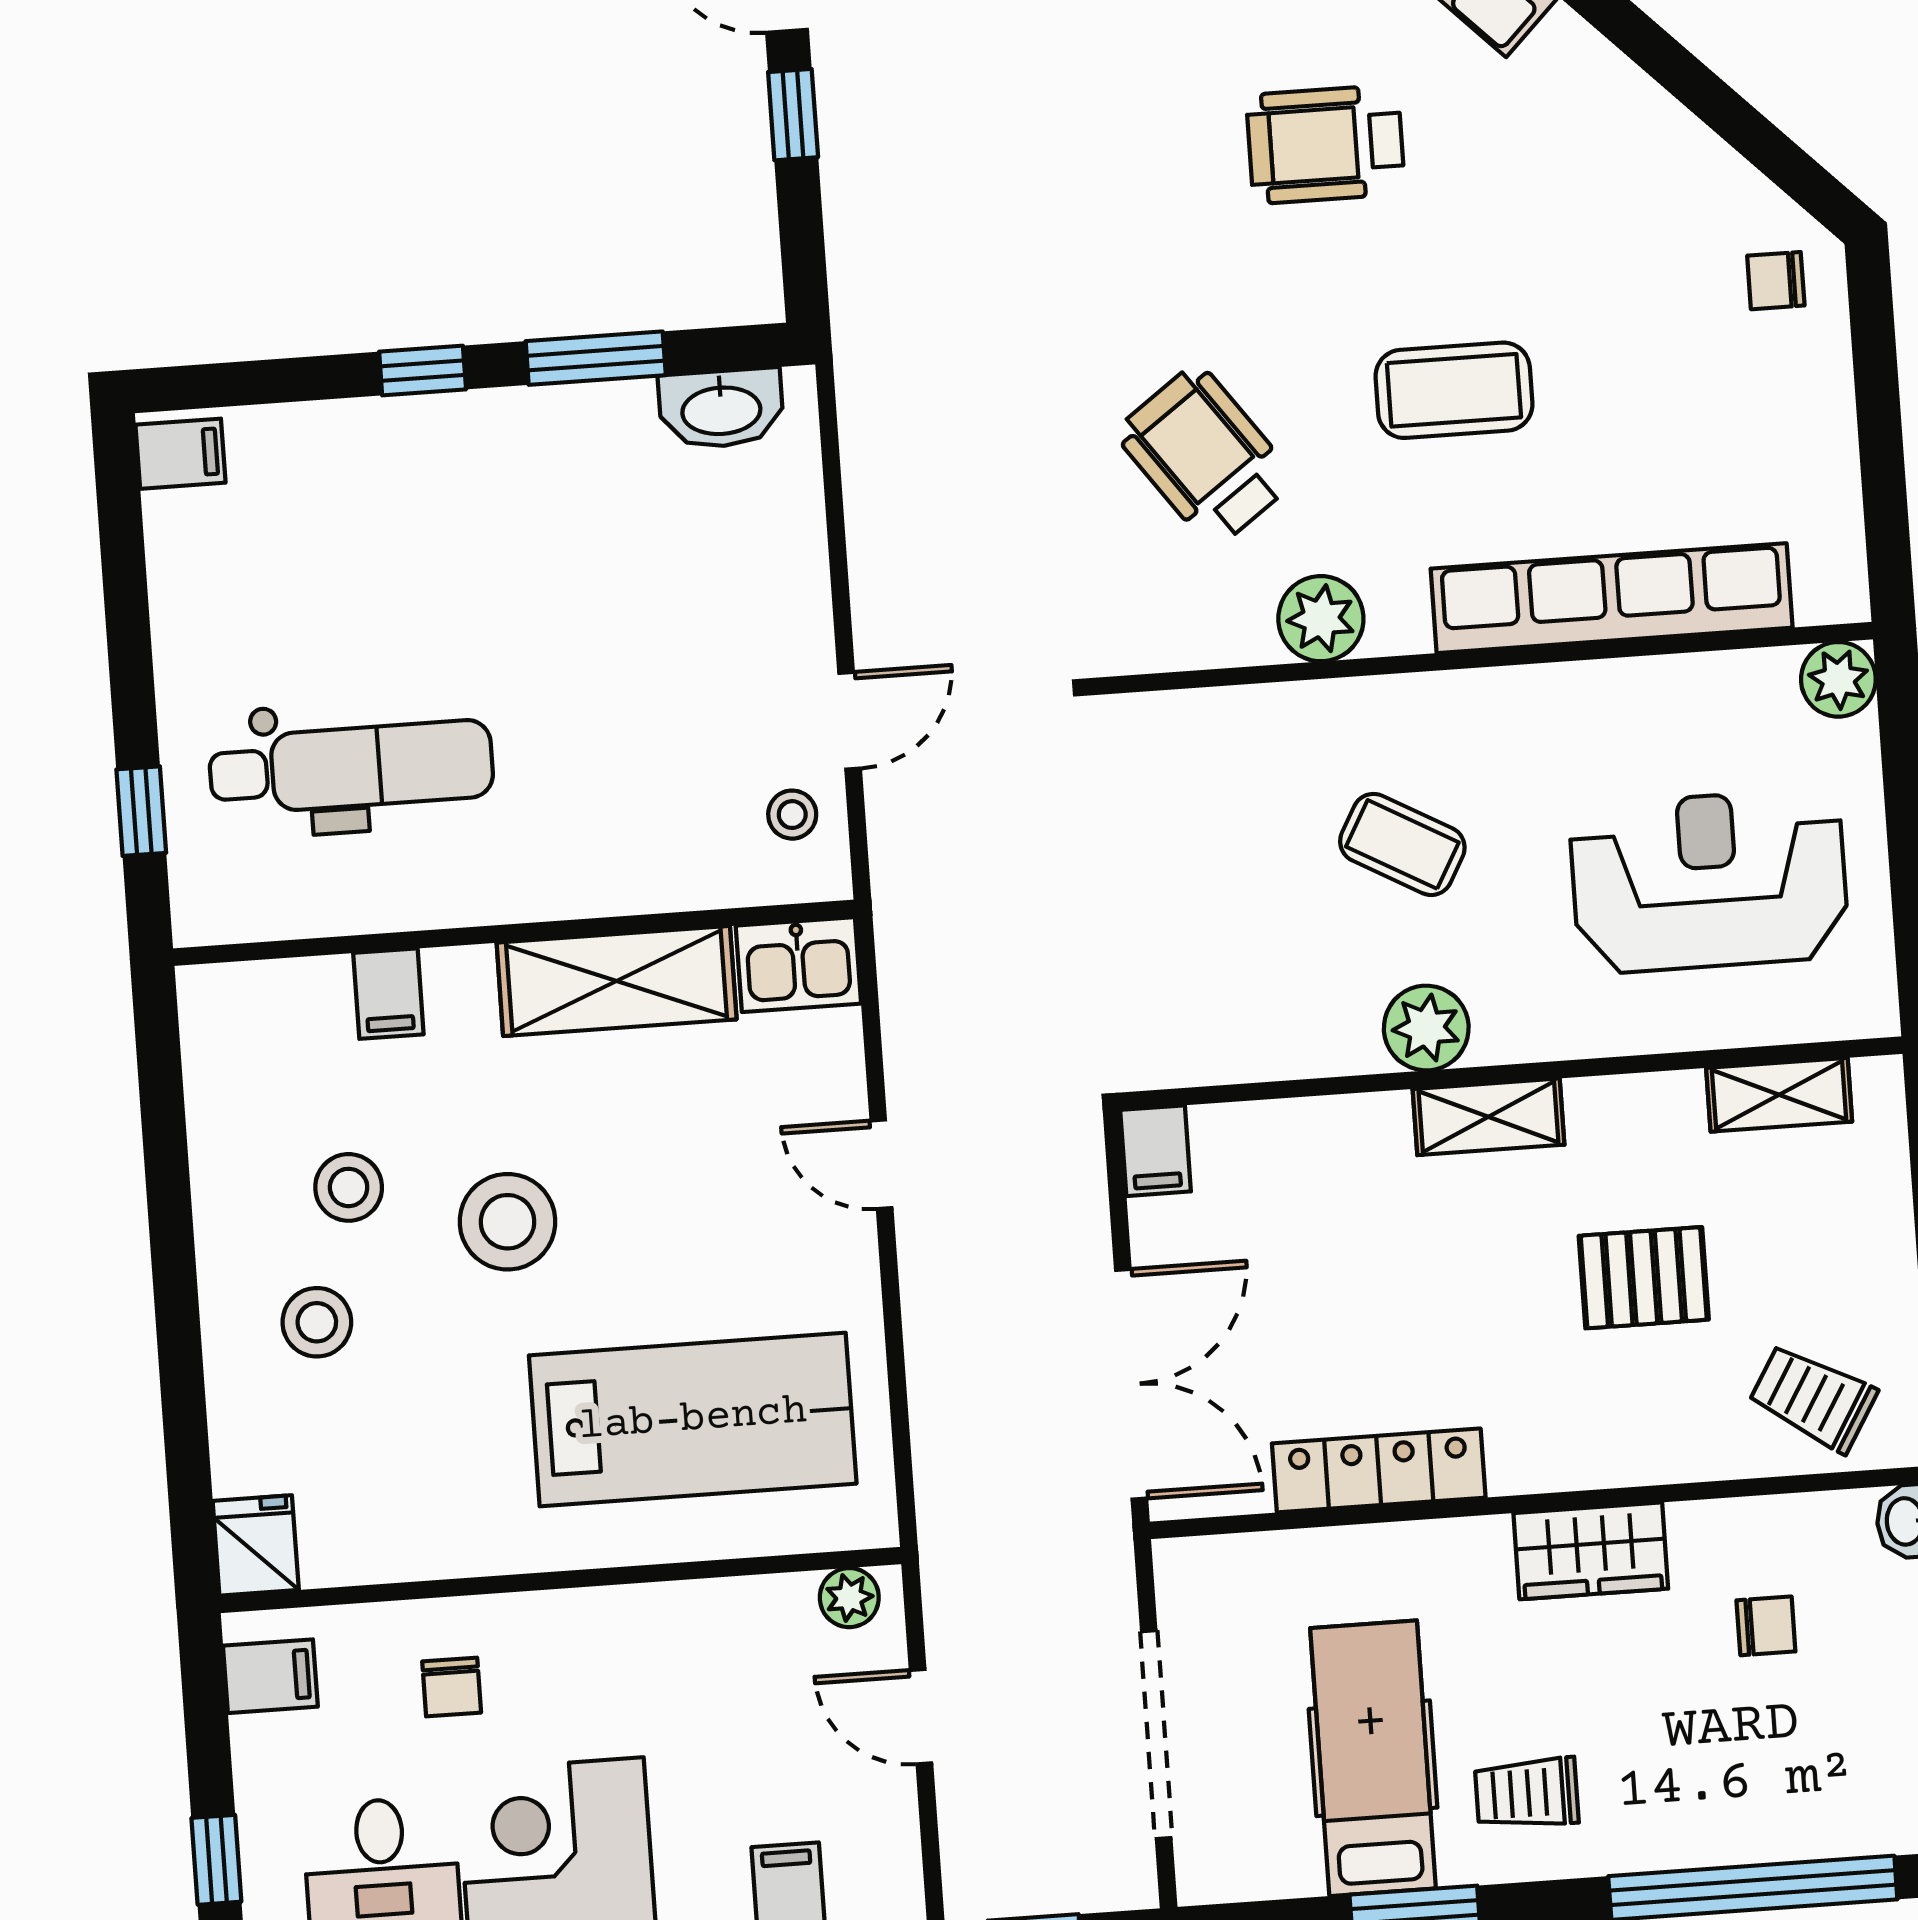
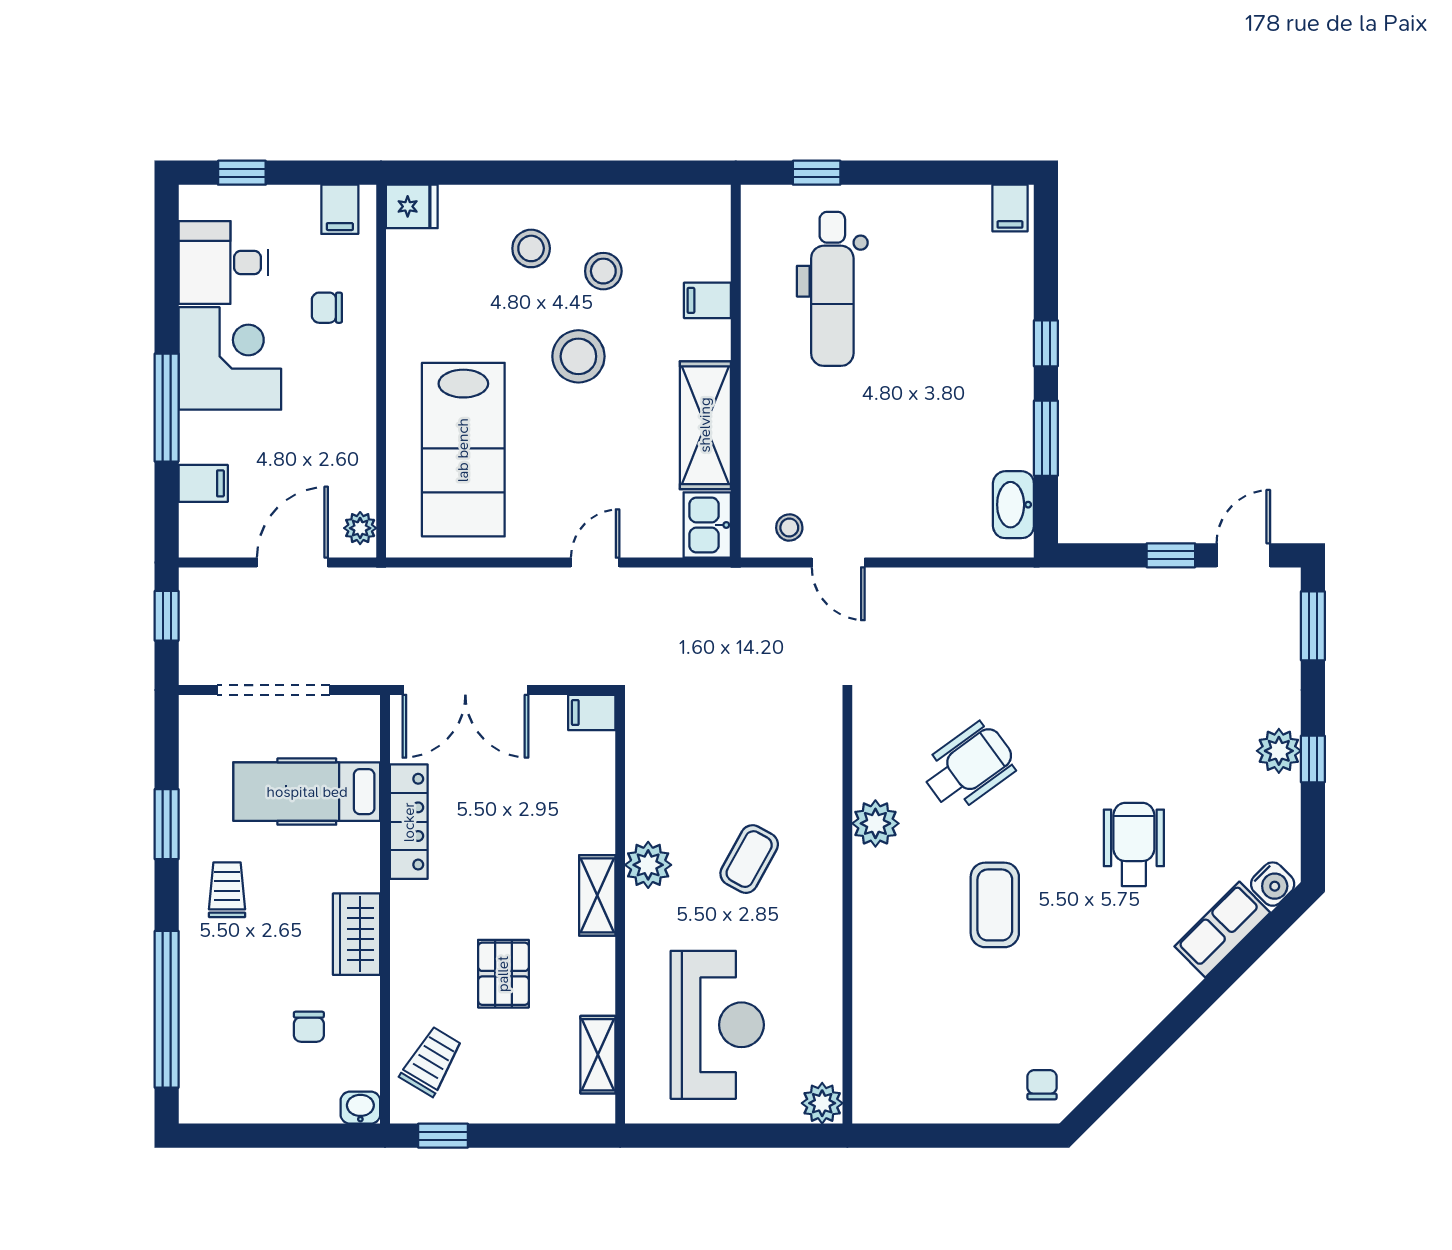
row of seats: (1612, 598) -> (875, 983), removed
door: (921, 1717) -> (292, 562), width x1.38
hospital bed: (1373, 1758) -> (307, 792), moved, turned 180

